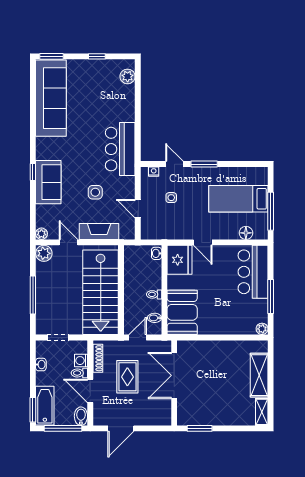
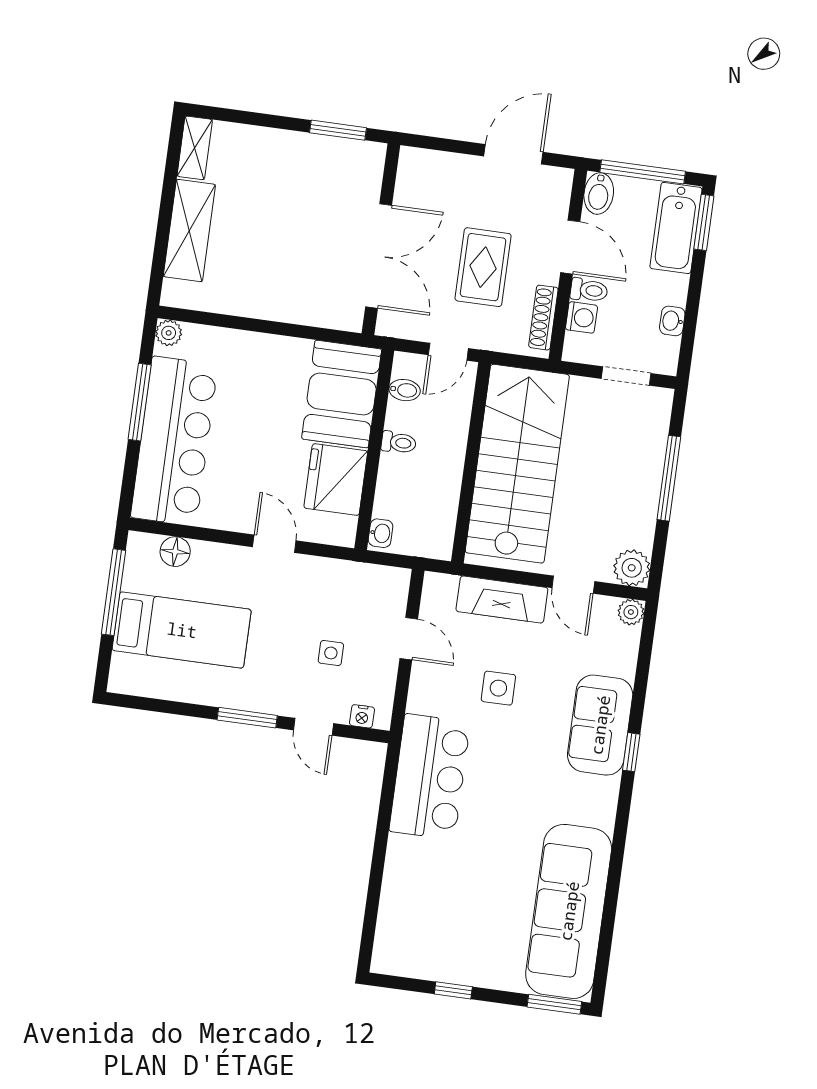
plant: (128, 76) -> (391, 936), removed
fridge: (180, 260) -> (336, 480), moved
bar counter: (253, 272) -> (174, 441), width x1.36

